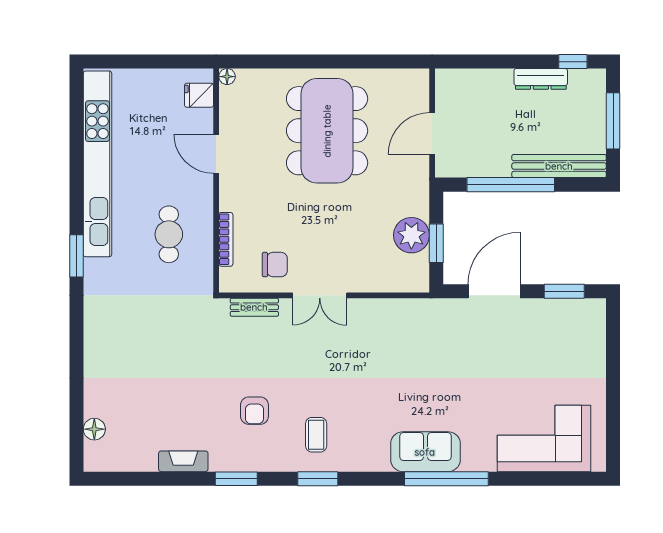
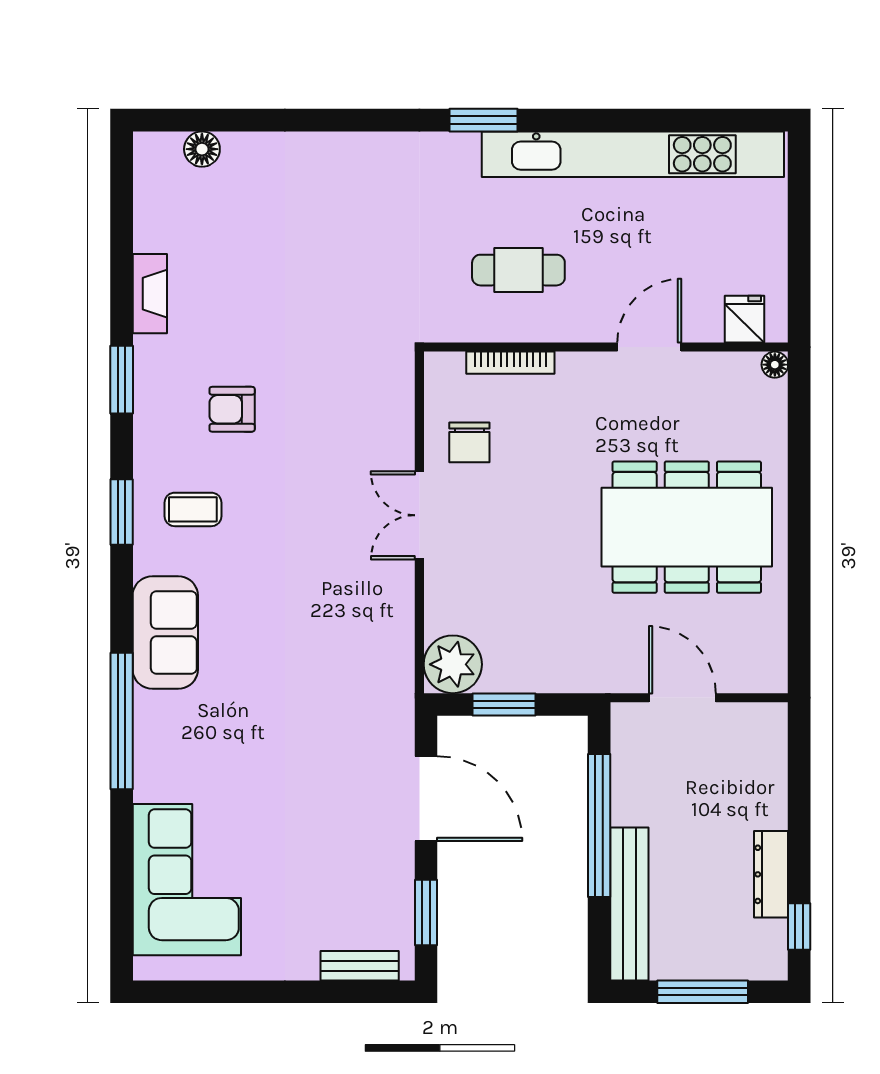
plant: (411, 235) -> (453, 664), moved
bench: (254, 307) -> (360, 966), moved, turned 90
sofa: (425, 452) -> (165, 633), moved

